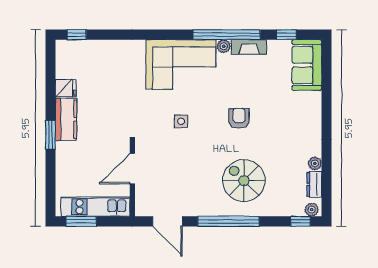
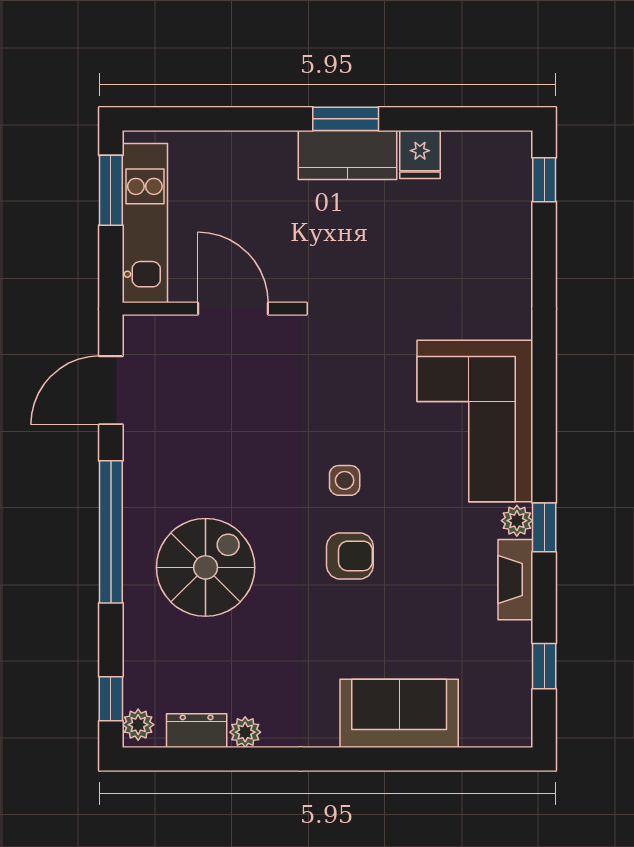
window: (227, 35) -> (544, 527), width x0.32
sofa: (307, 65) -> (399, 713), moved
side table: (181, 121) -> (345, 480), moved
window: (50, 135) -> (346, 119), moved

